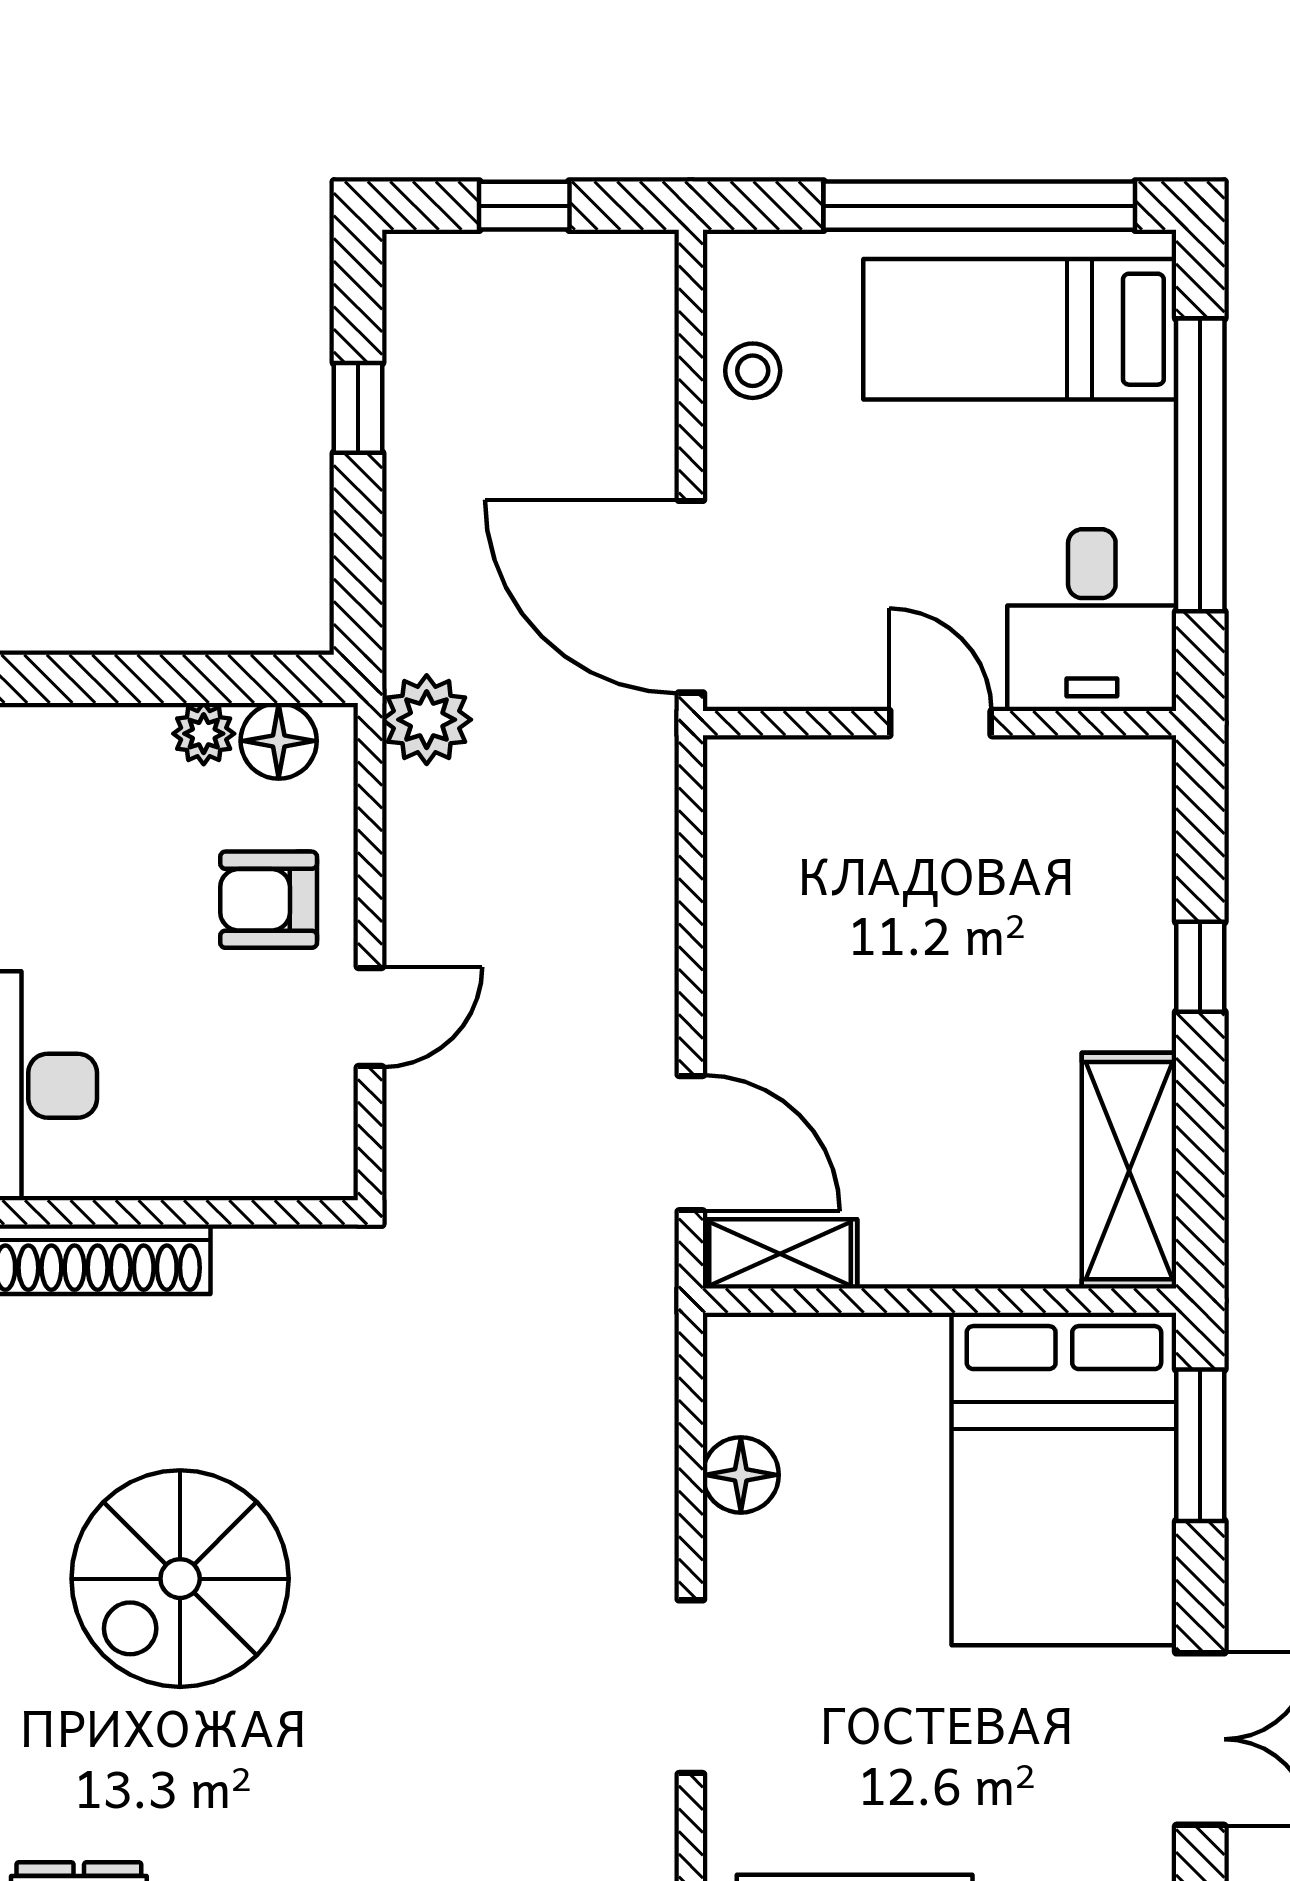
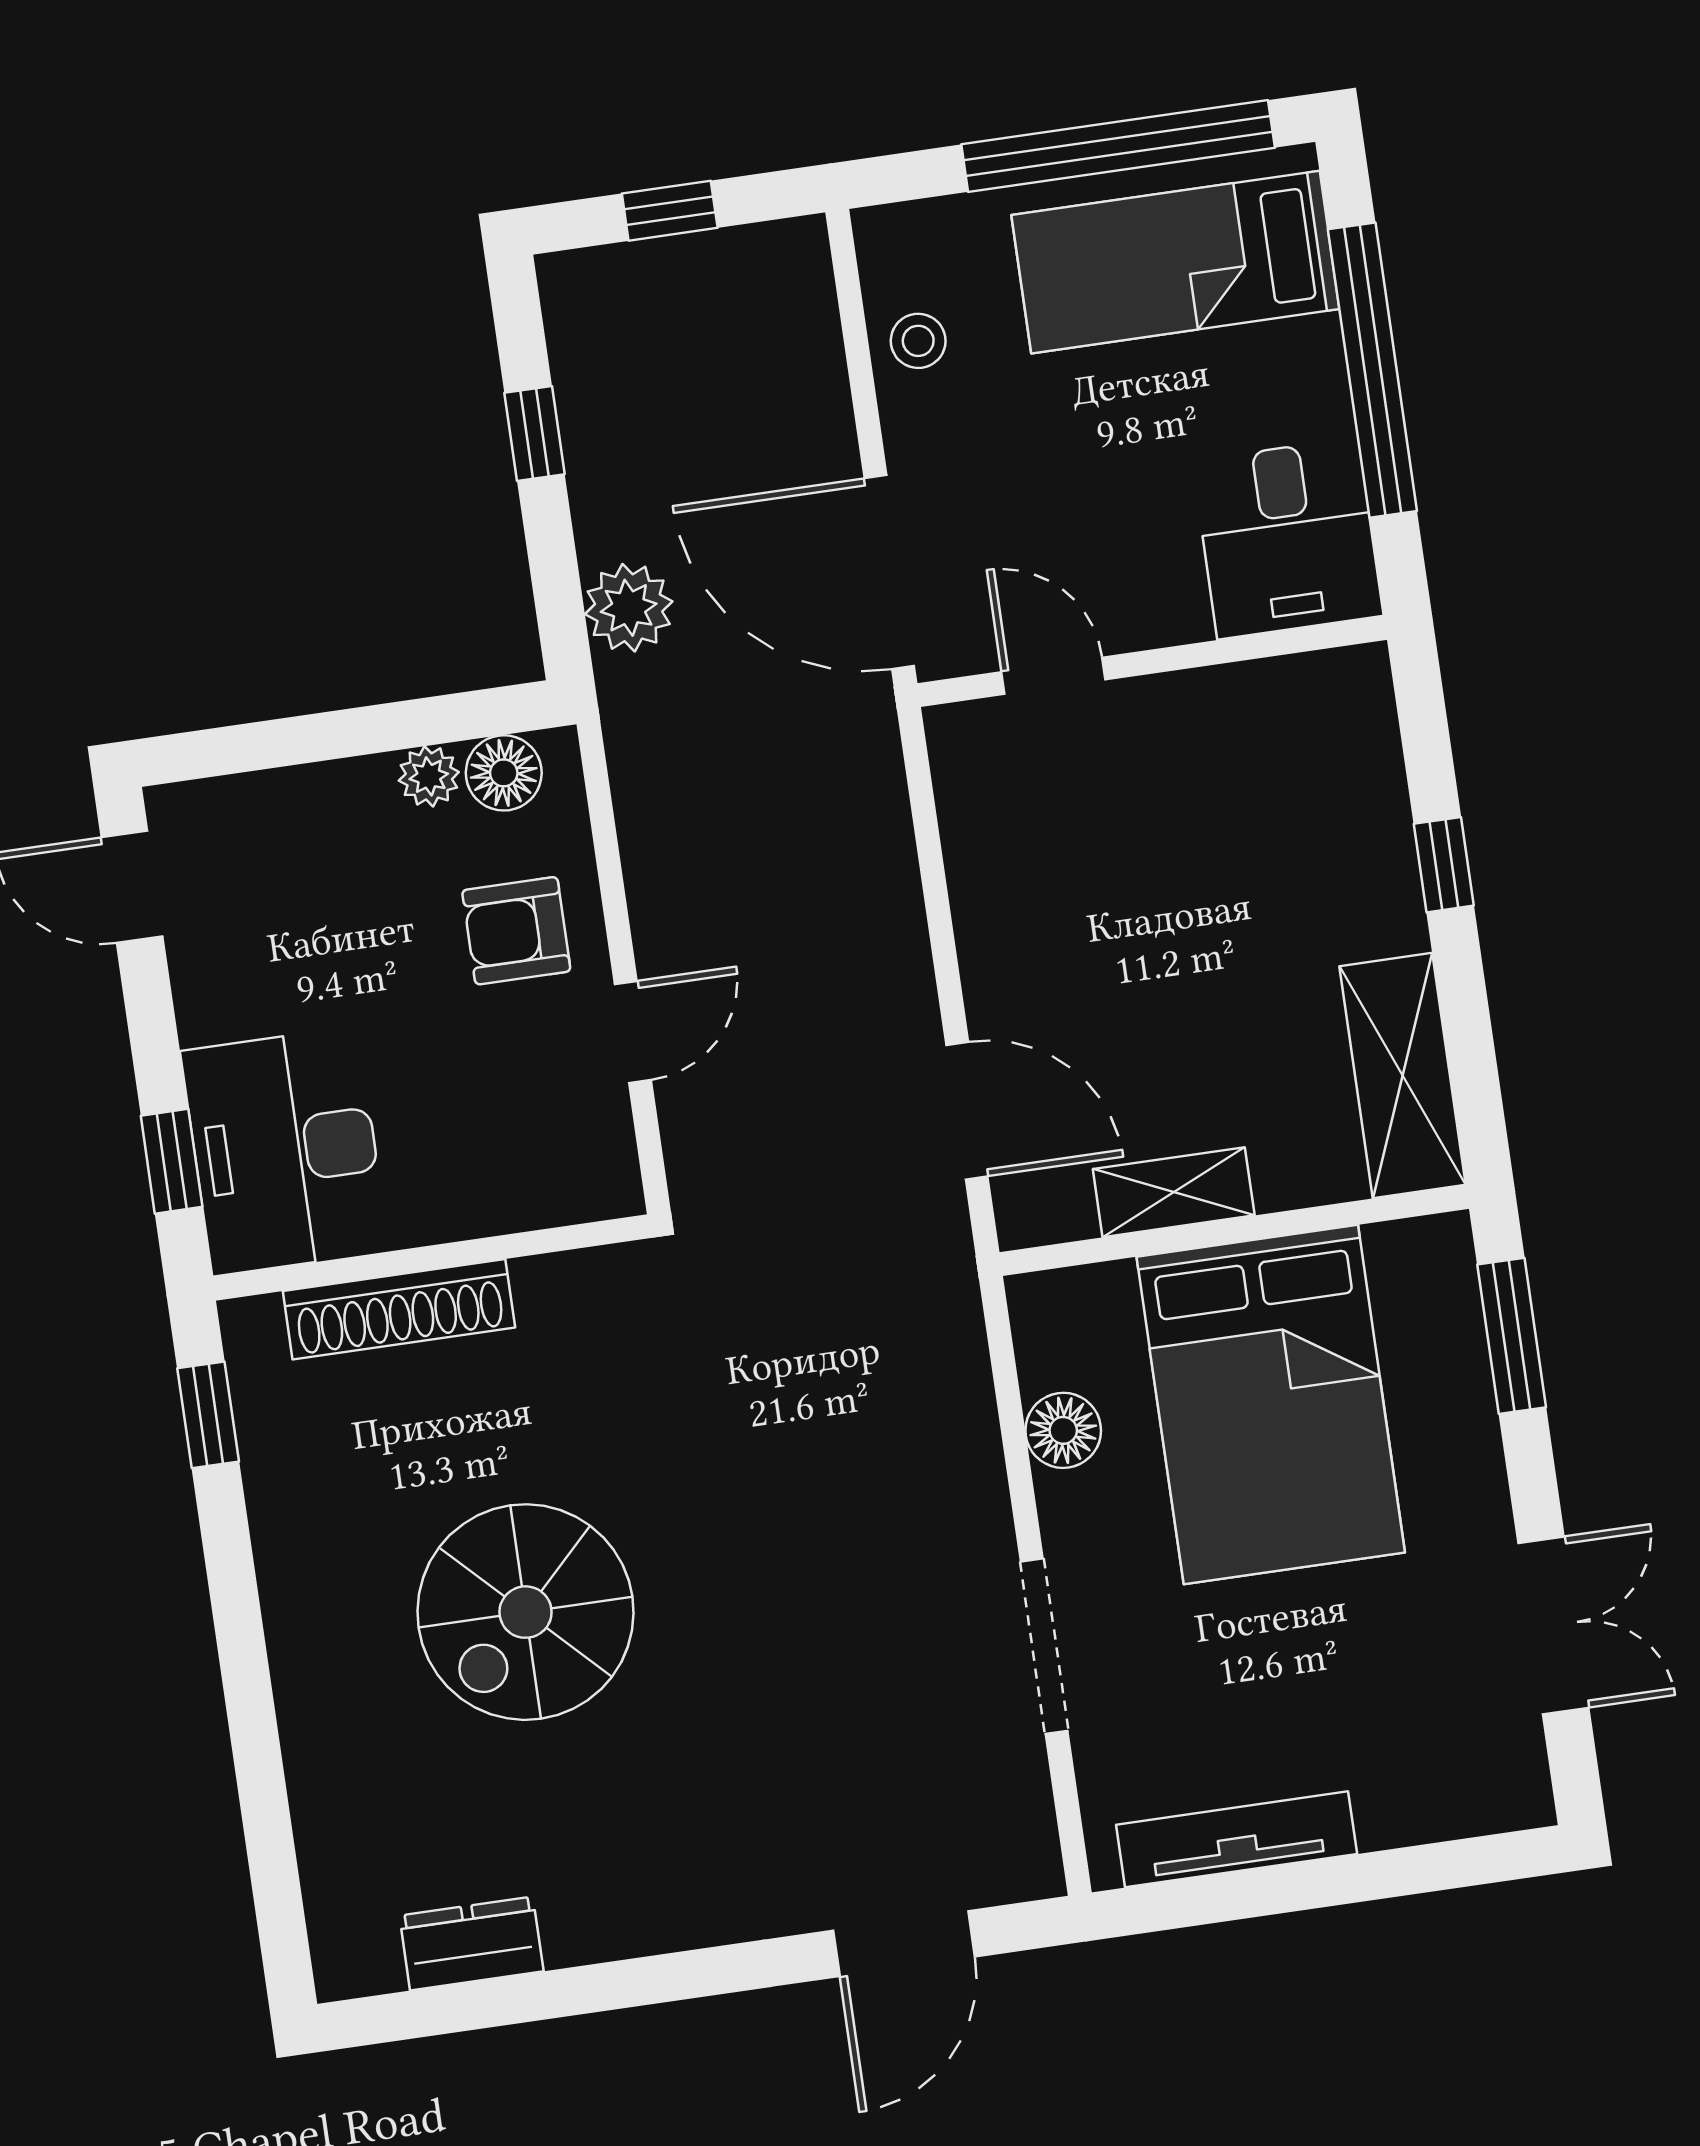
plant: (427, 720) -> (629, 608), moved
door: (940, 723) -> (1053, 676), moved
shelving: (780, 1254) -> (1174, 1192), moved
bed: (1064, 1479) -> (1271, 1405), moved

